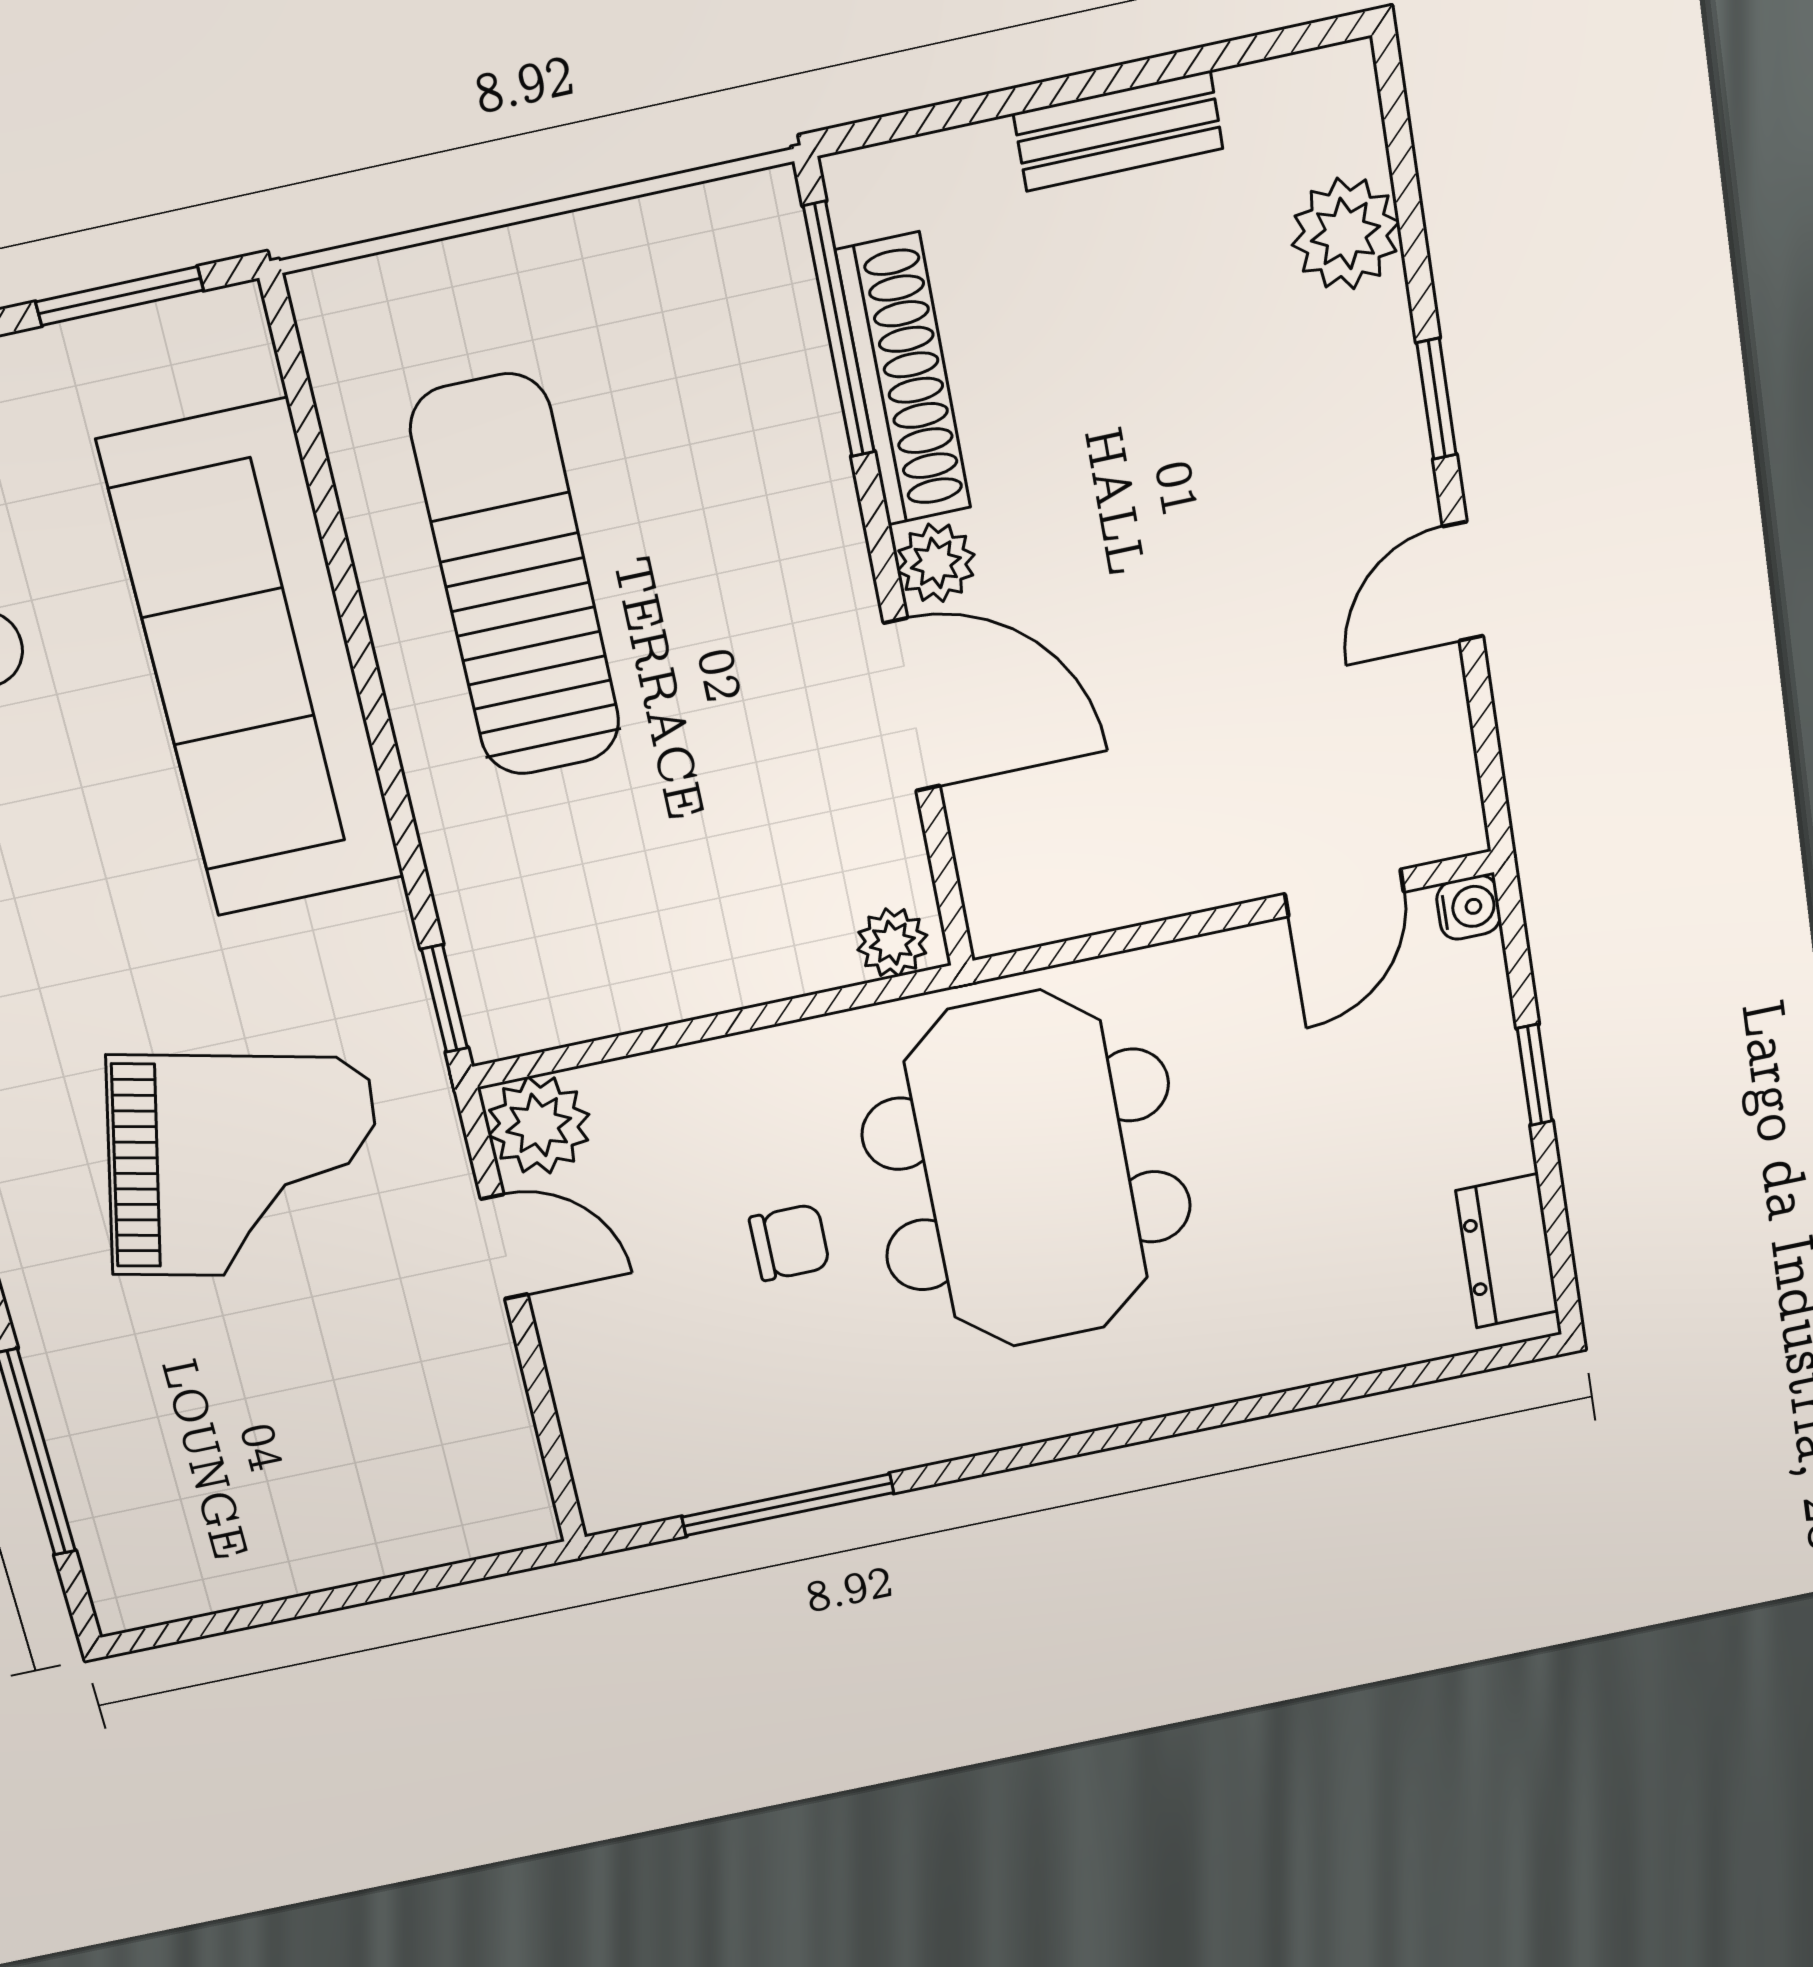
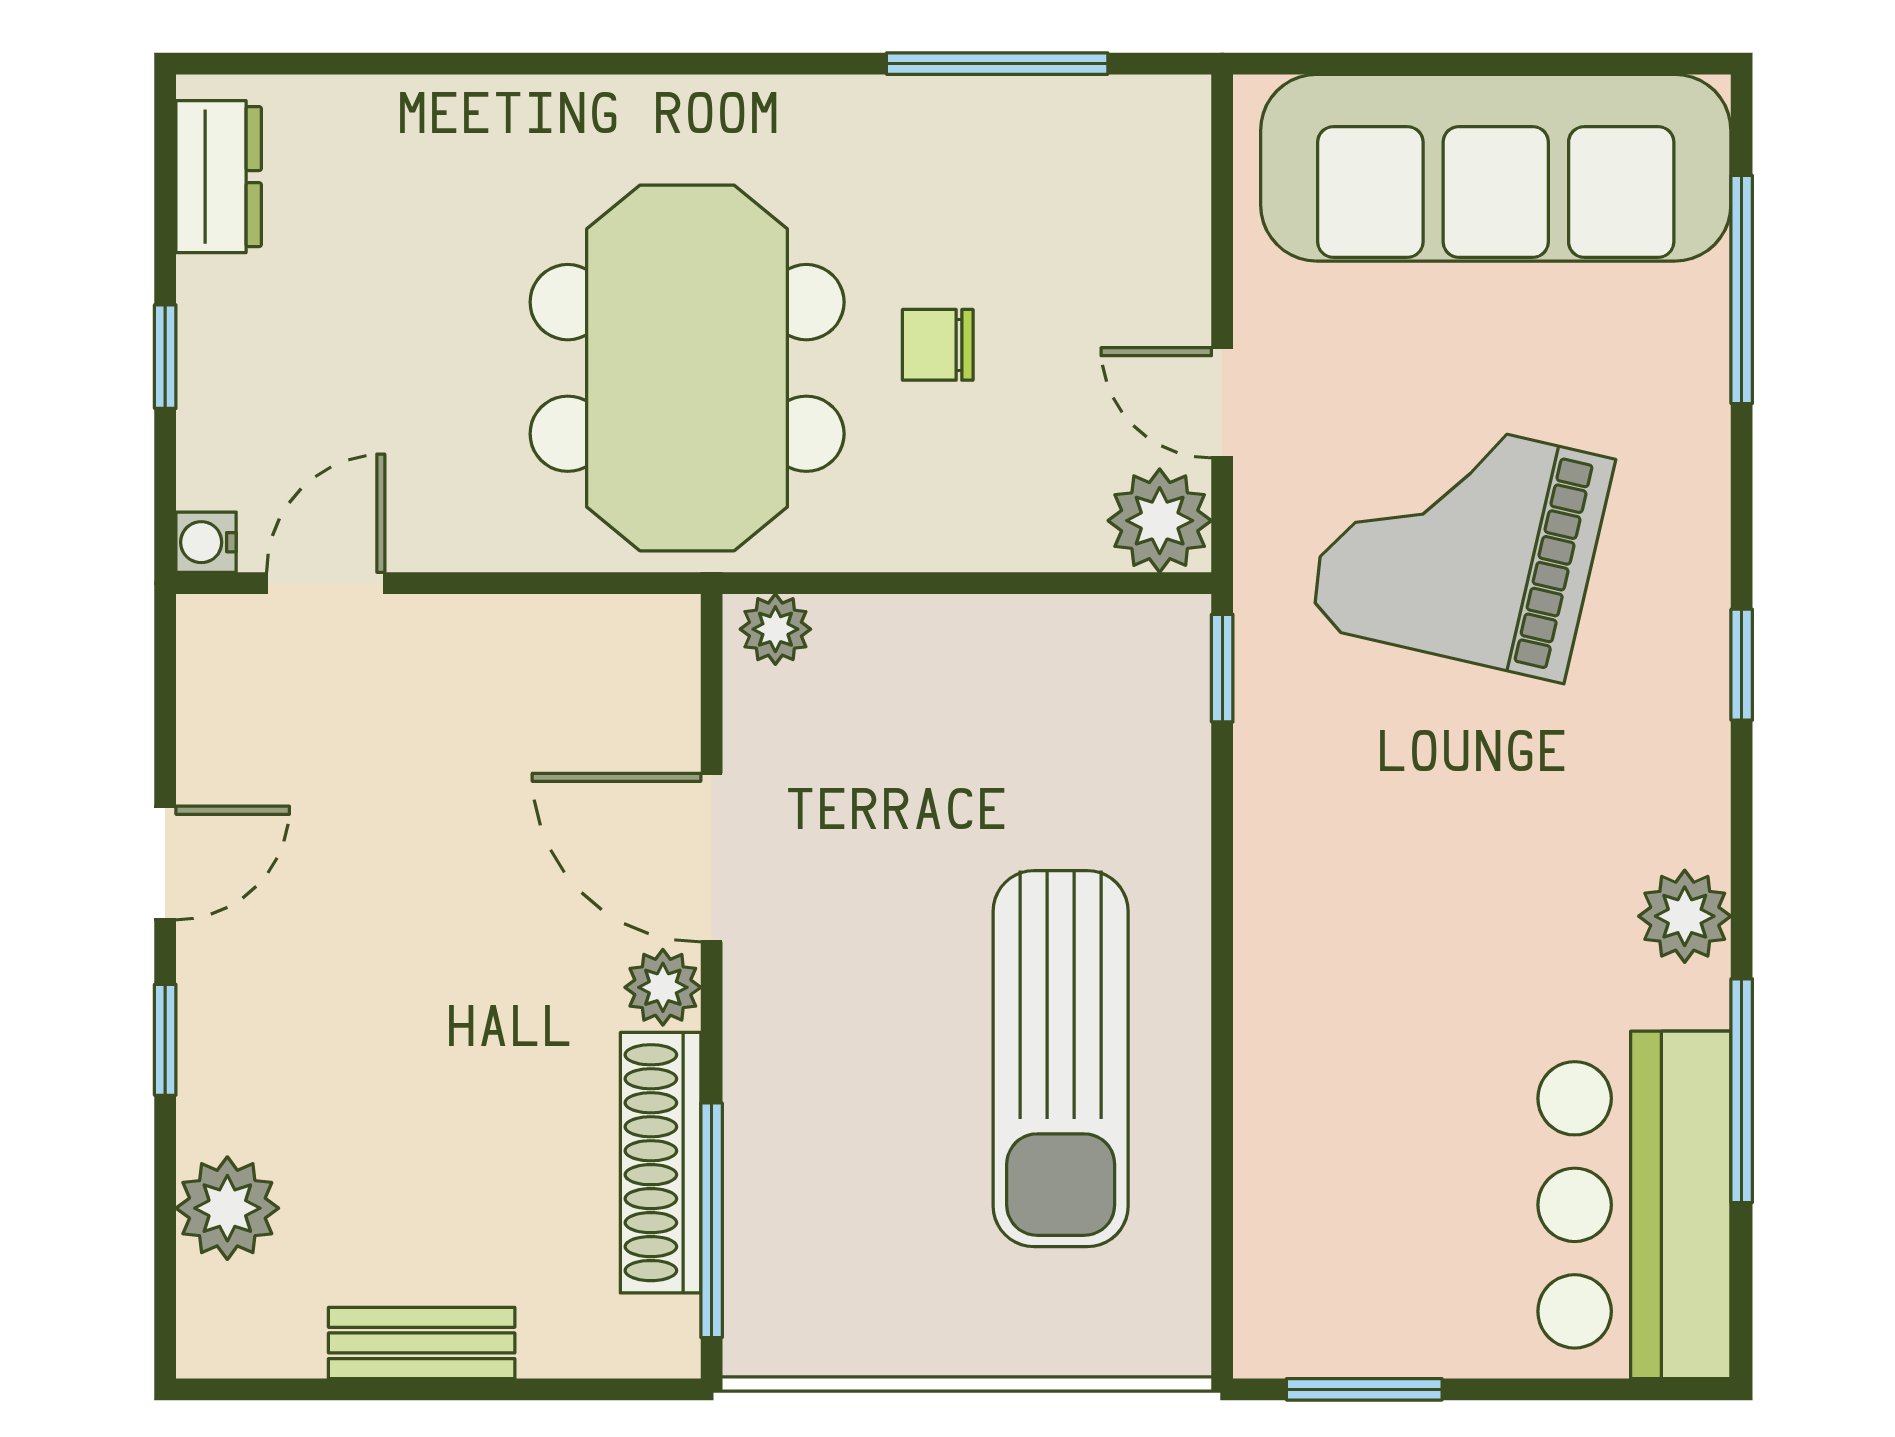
sofa: (253, 661) -> (1496, 168), moved, turned 90

